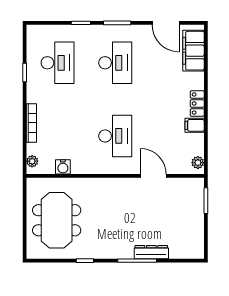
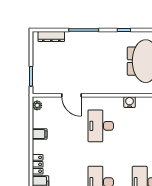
locker: (197, 104) -> (38, 164), moved
water cooler: (63, 167) -> (130, 102), moved
dresser: (151, 252) -> (51, 37), moved

